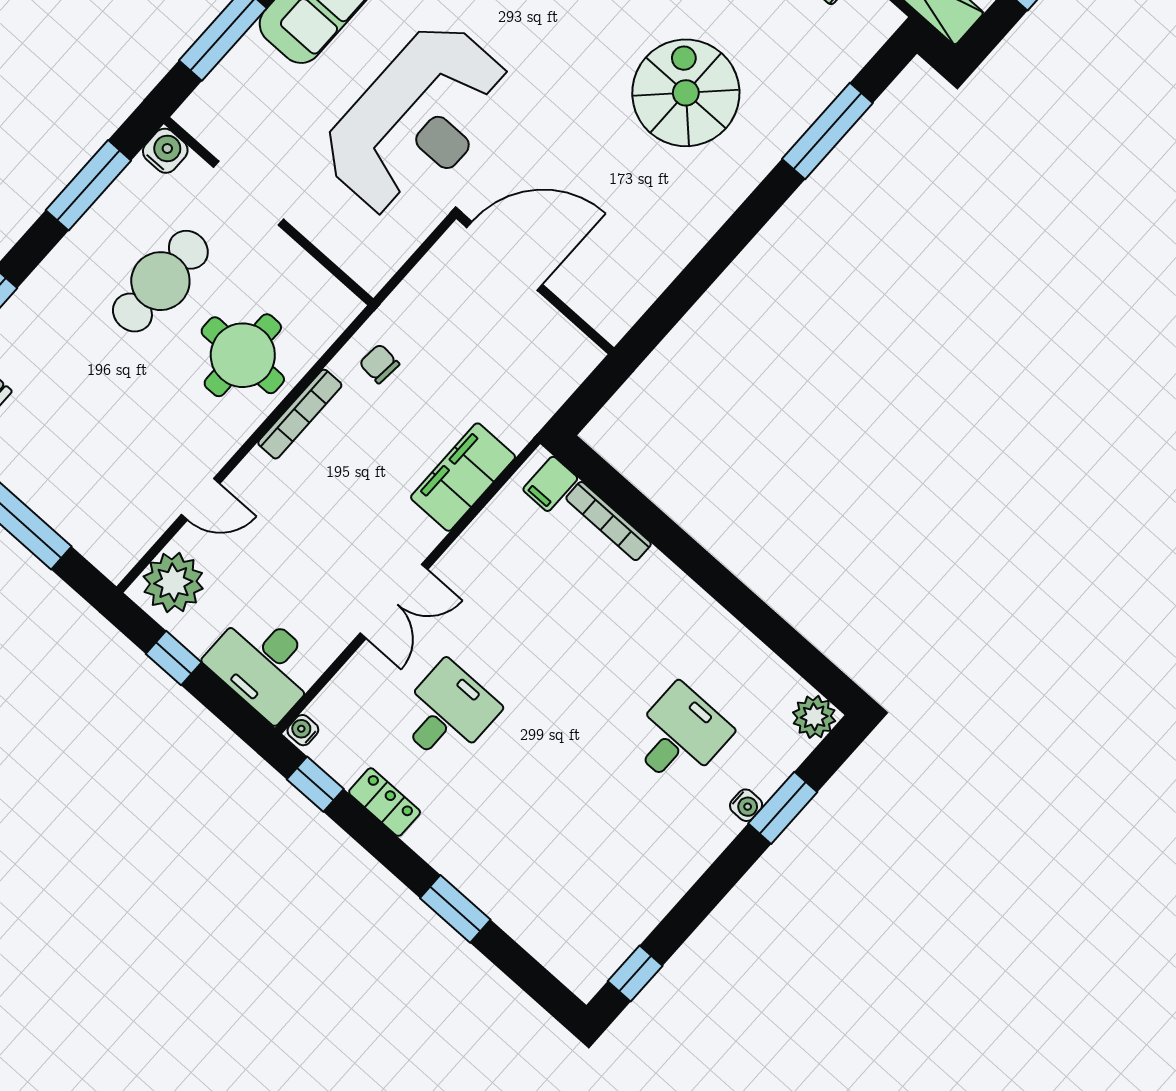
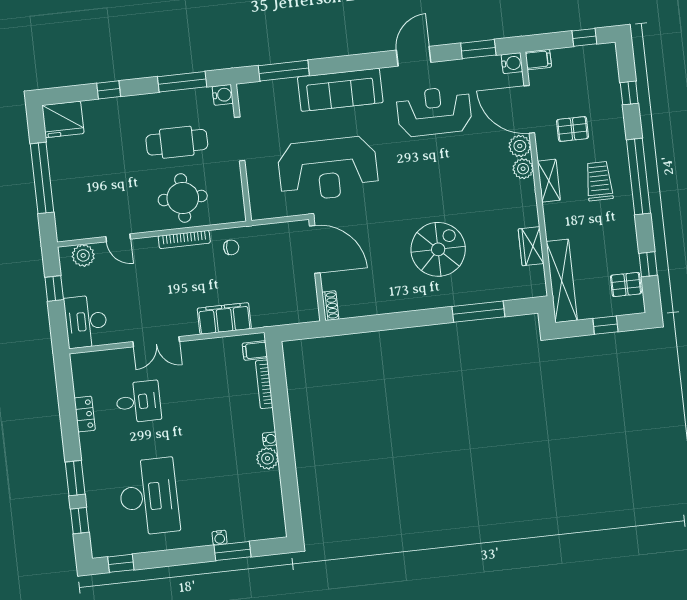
shoe rack: (602, 318) -> (330, 306), added
chair: (379, 364) -> (231, 247), turned 85
plant: (173, 583) -> (83, 255), width x0.73, depth x0.73
plant: (814, 717) -> (267, 458), moved
water cooler: (303, 730) -> (270, 439), moved, turned 90
desk: (679, 736) -> (149, 497), moved, width x1.87, depth x1.30
window: (315, 784) -> (80, 521), moved

